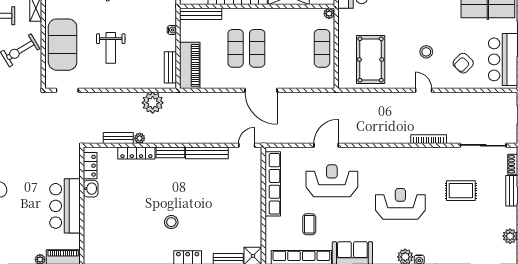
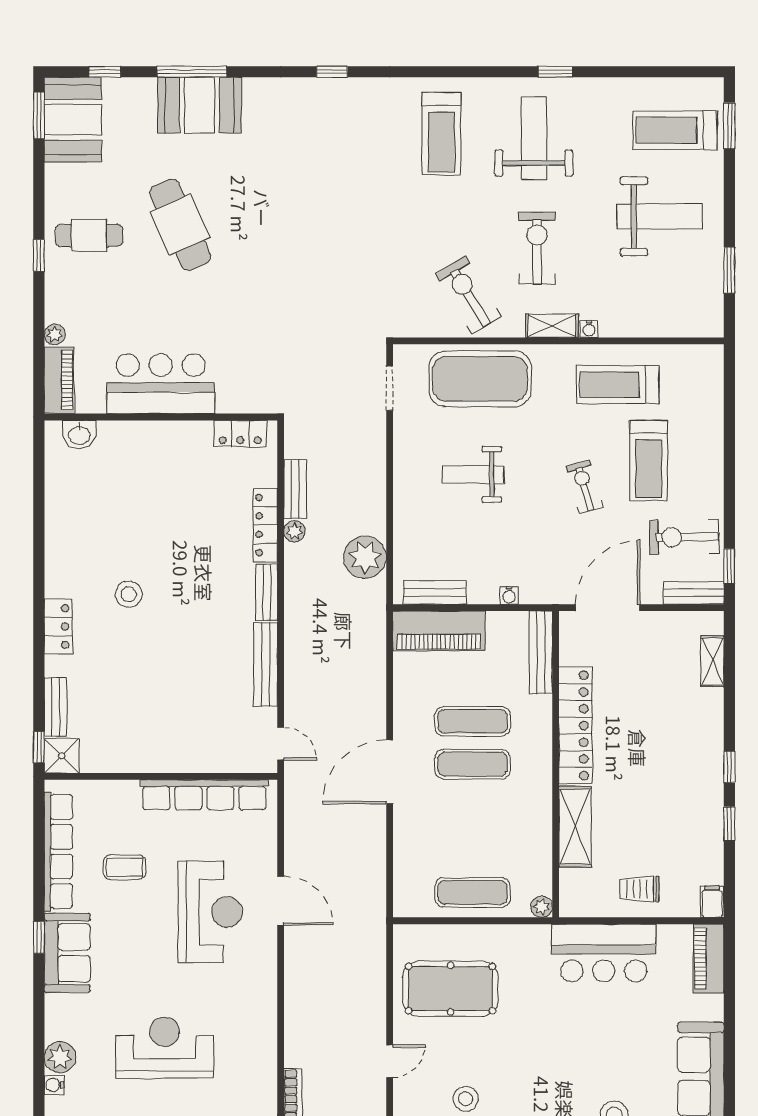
door: (424, 90) -> (390, 1061), moved
washbasin: (91, 189) -> (79, 435), moved
reception desk: (400, 204) -> (165, 1048), turned -90

